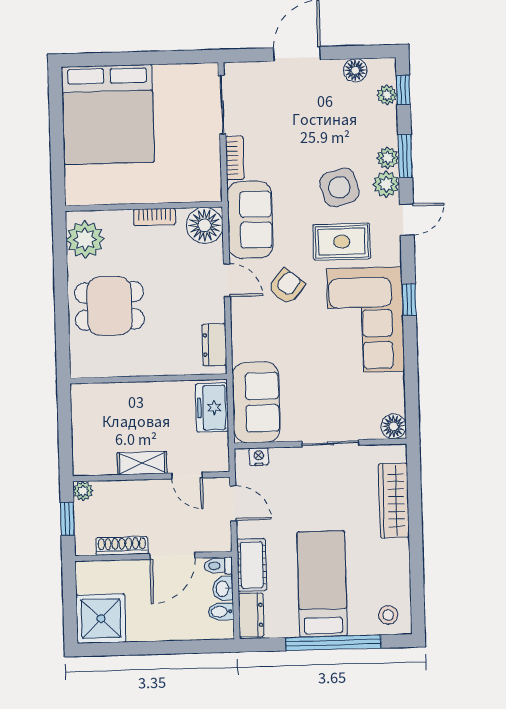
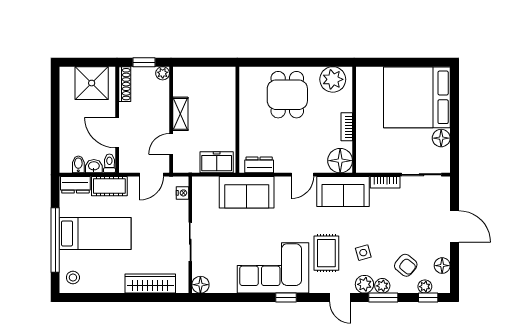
floor lamp: (167, 77) -> (441, 138), added
side table: (339, 187) -> (363, 253), width x0.54, depth x0.54
armchair: (287, 286) -> (406, 265), moved
sofa: (256, 402) -> (247, 192), moved
shoe rack: (122, 546) -> (125, 84), moved
shower: (101, 619) -> (92, 83), moved

